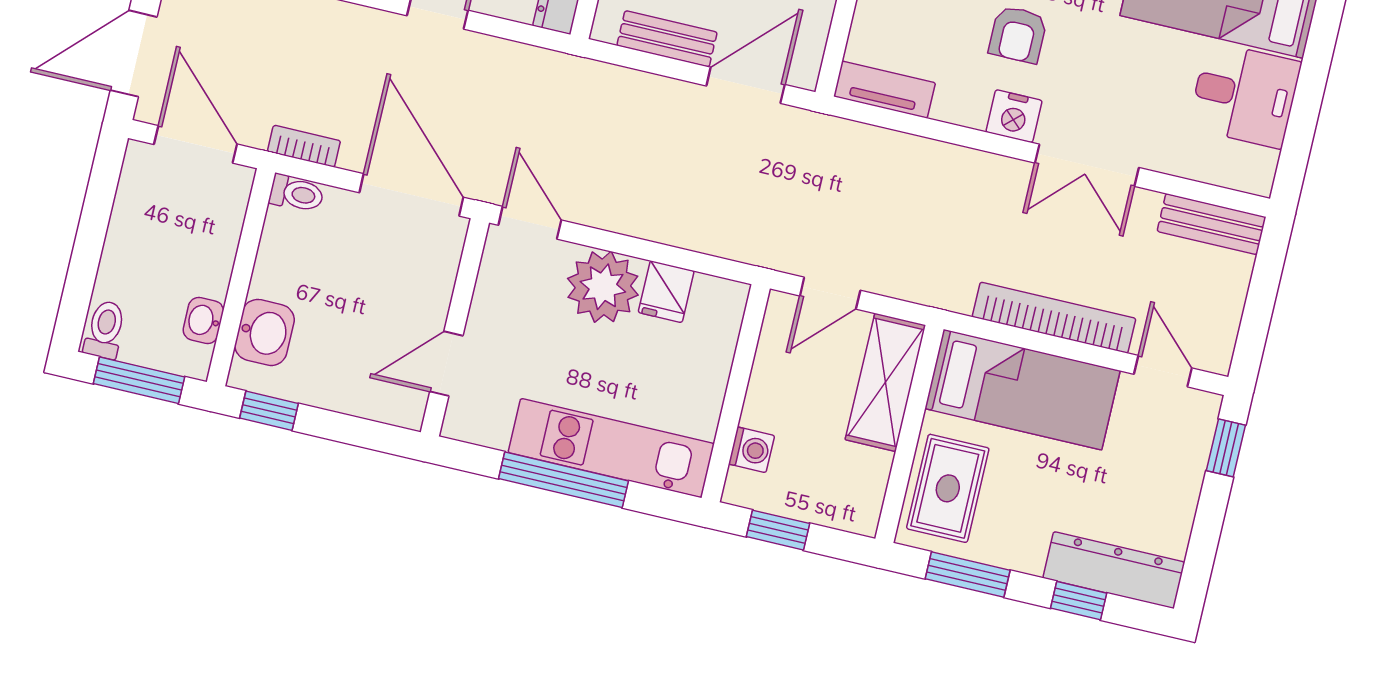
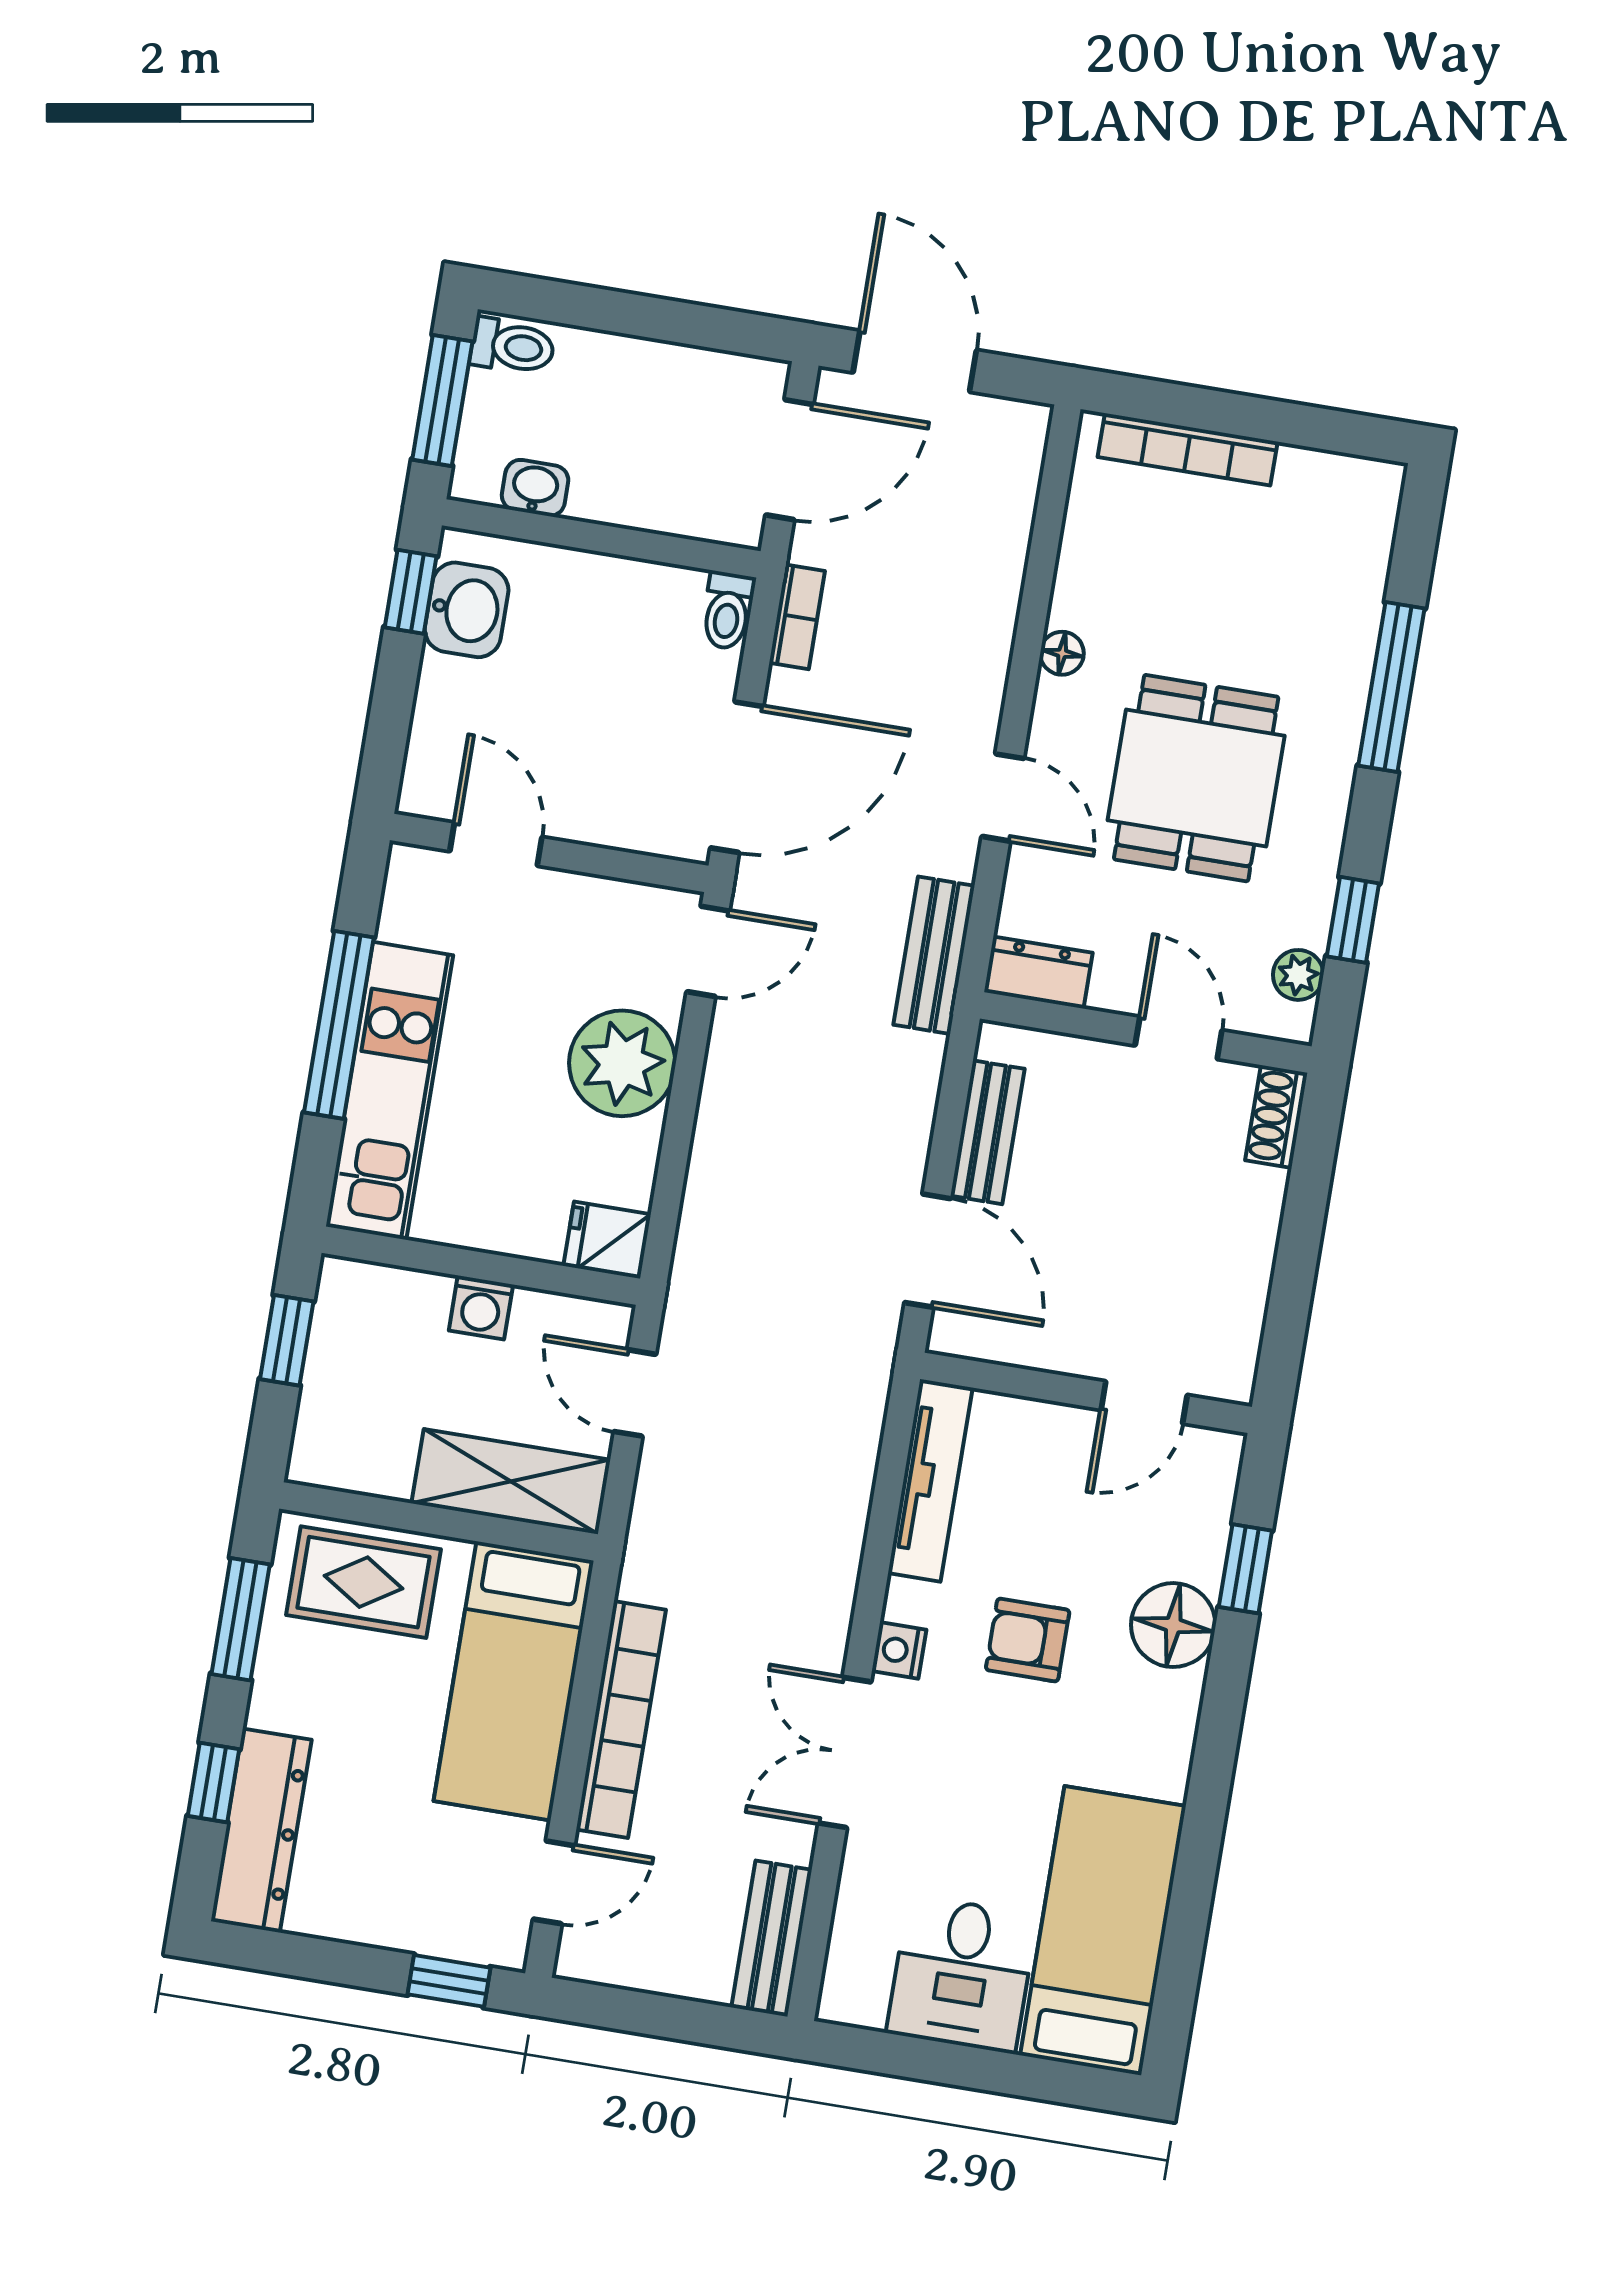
bench: (543, 67) -> (934, 955), added
tv unit: (884, 90) -> (930, 1480), width x1.41
nightstand: (1014, 116) -> (899, 1650), width x0.72, depth x0.74
fridge: (666, 292) -> (607, 1240), moved
washbasin: (264, 332) -> (467, 610), moved, turned -90
washing machine: (752, 450) -> (481, 1308), moved

